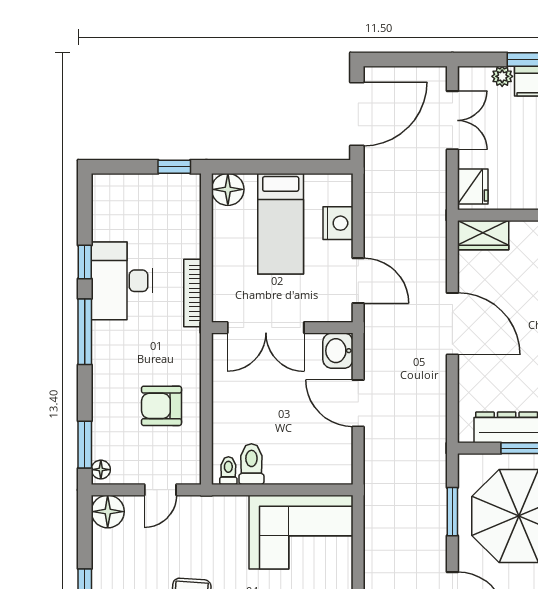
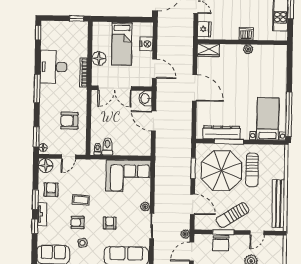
floor lamp: (228, 189) -> (99, 58), moved
window: (85, 262) -> (38, 33), moved
armchair: (121, 567) -> (51, 190), added

